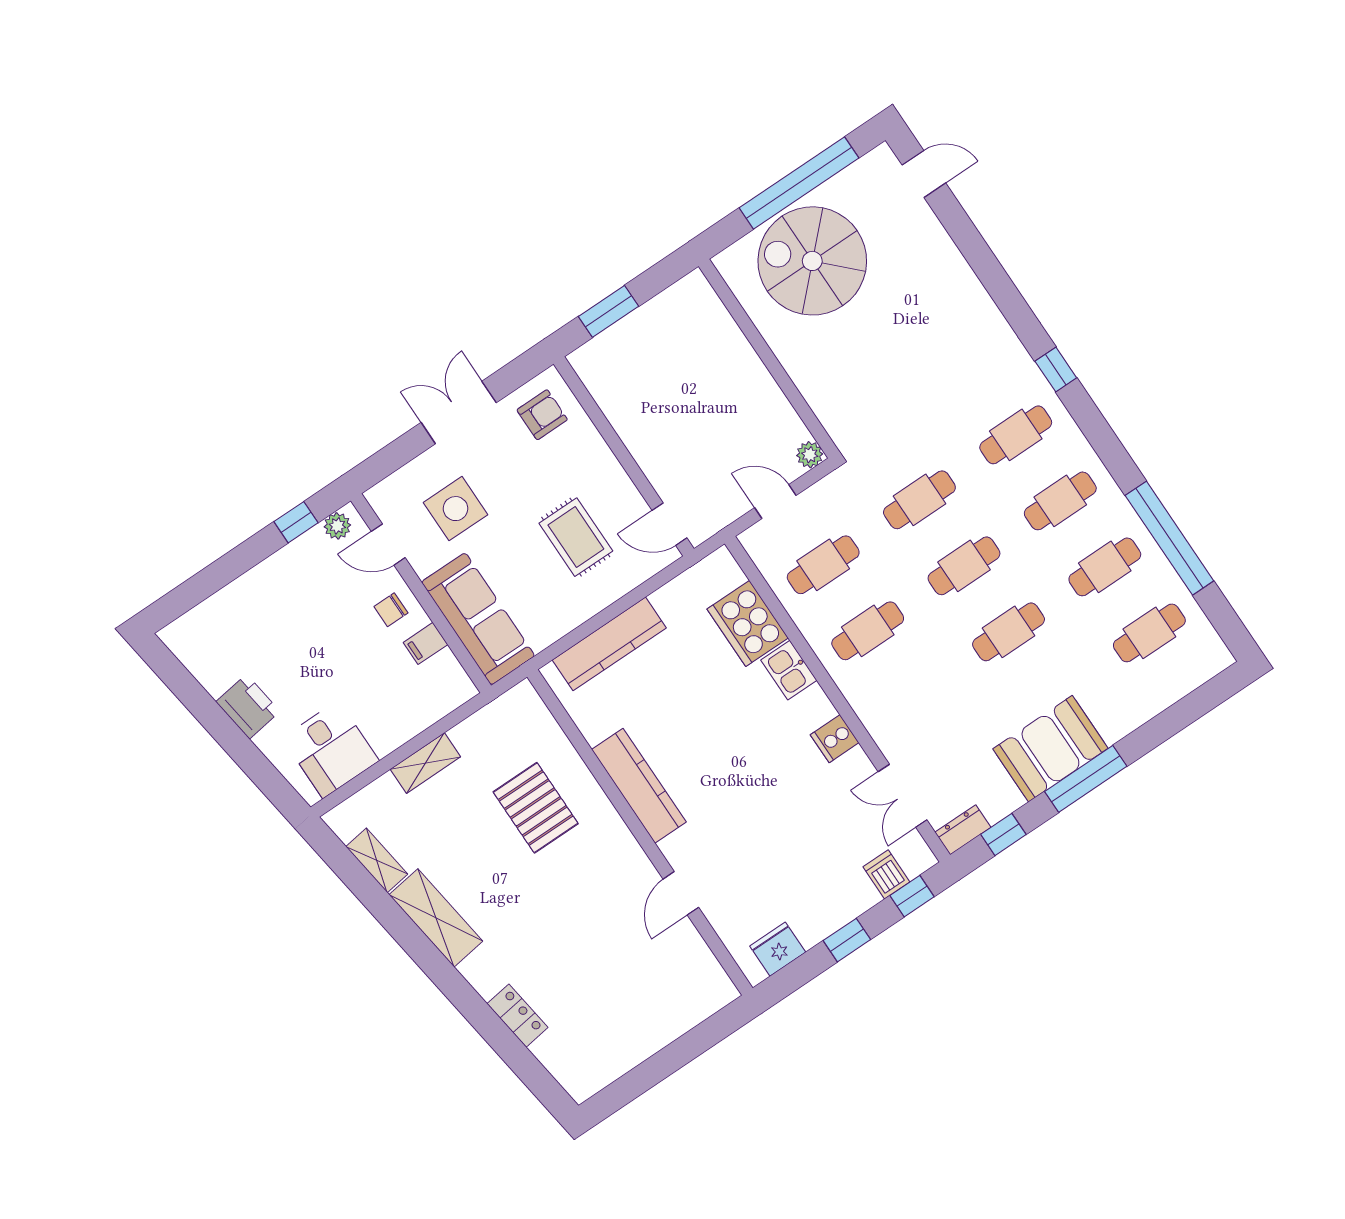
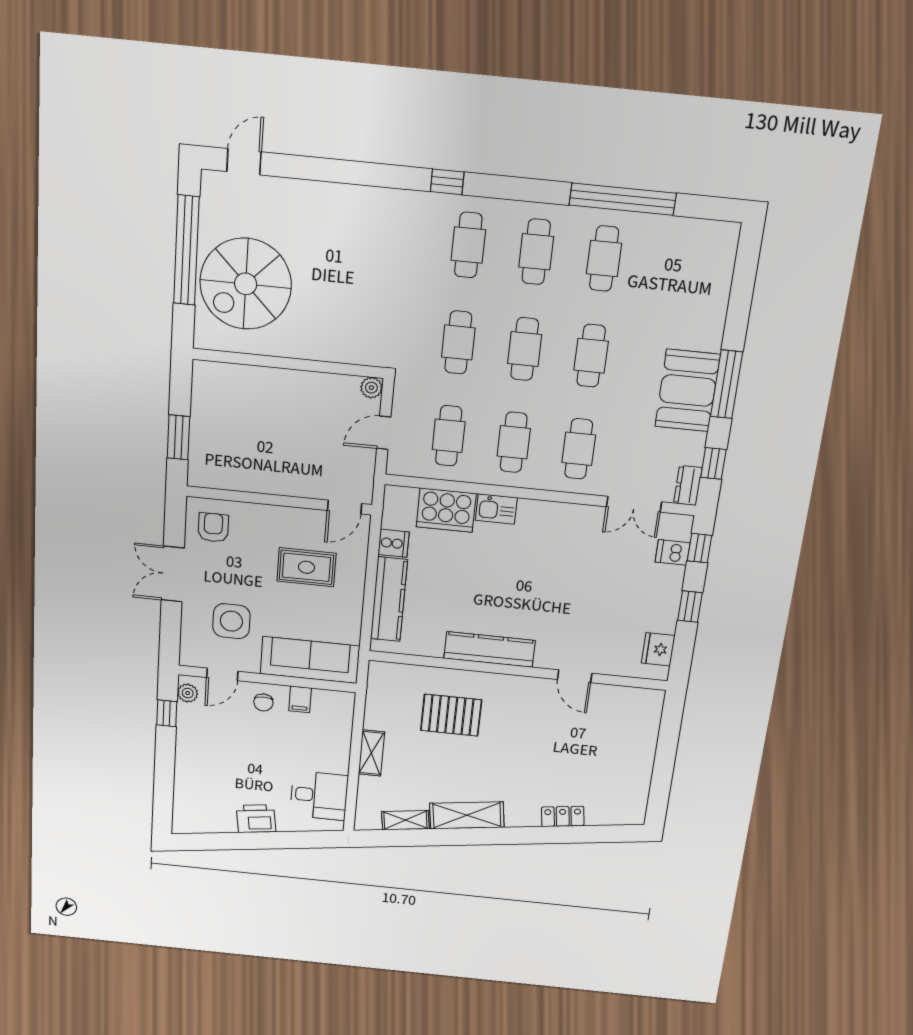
cafe table: (1149, 633) -> (579, 449), moved
cooker: (835, 739) -> (394, 543), moved, turned -90

